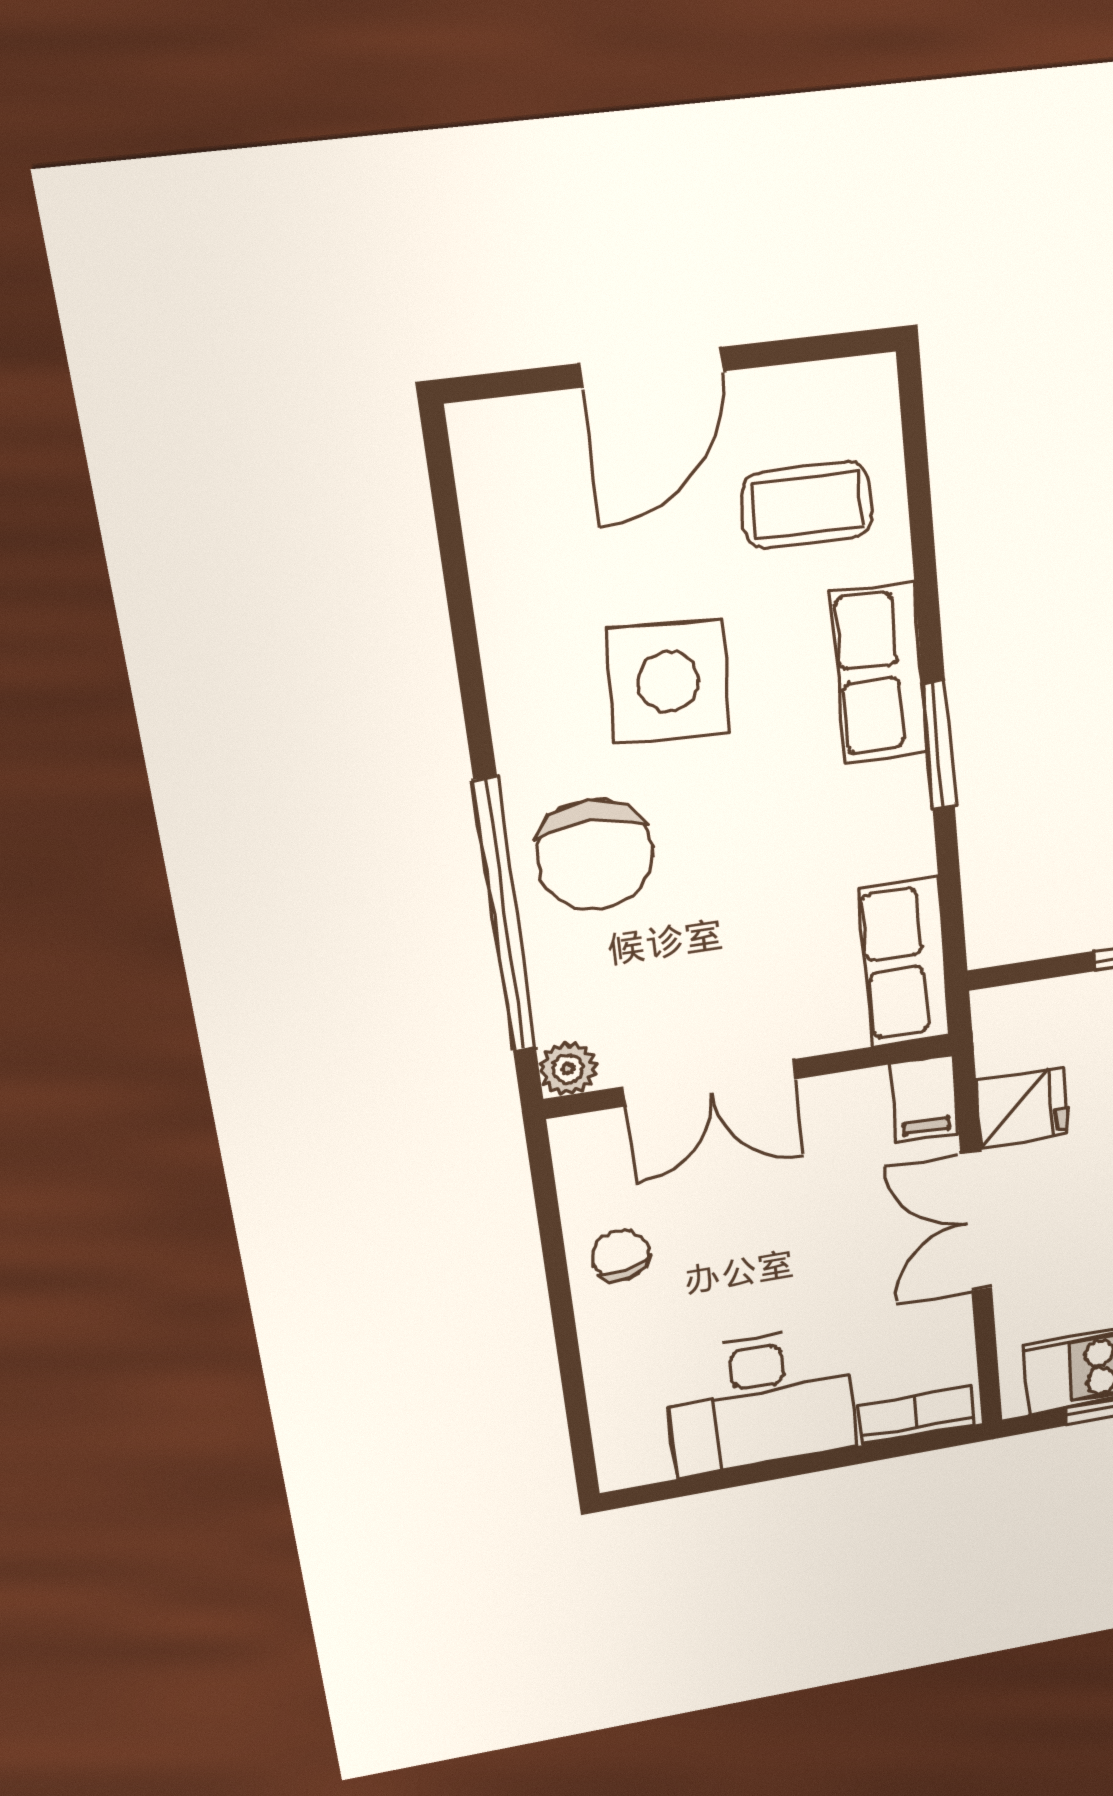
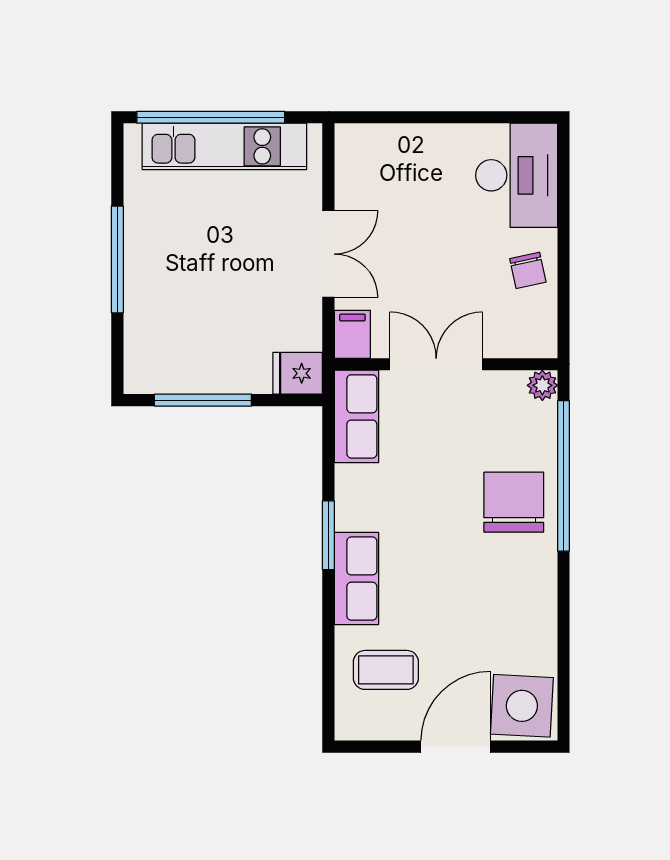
side table: (668, 682) -> (522, 706), moved
double door: (710, 1083) -> (436, 364), moved
fridge: (1022, 1108) -> (298, 373), moved
desk: (761, 1401) -> (517, 175), moved, turned 90
bookcase: (916, 1415) -> (373, 136), removed

